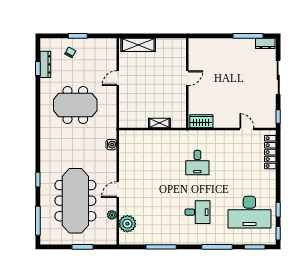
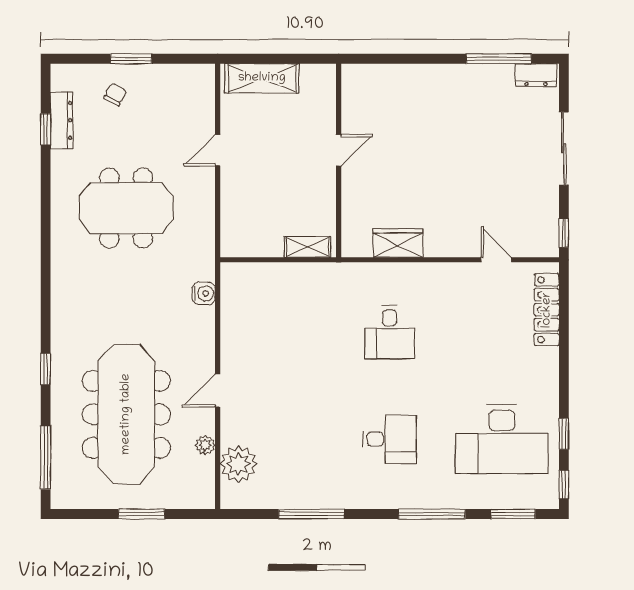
door: (187, 78) -> (339, 150), moved
wall: (187, 83) -> (339, 160), moved

